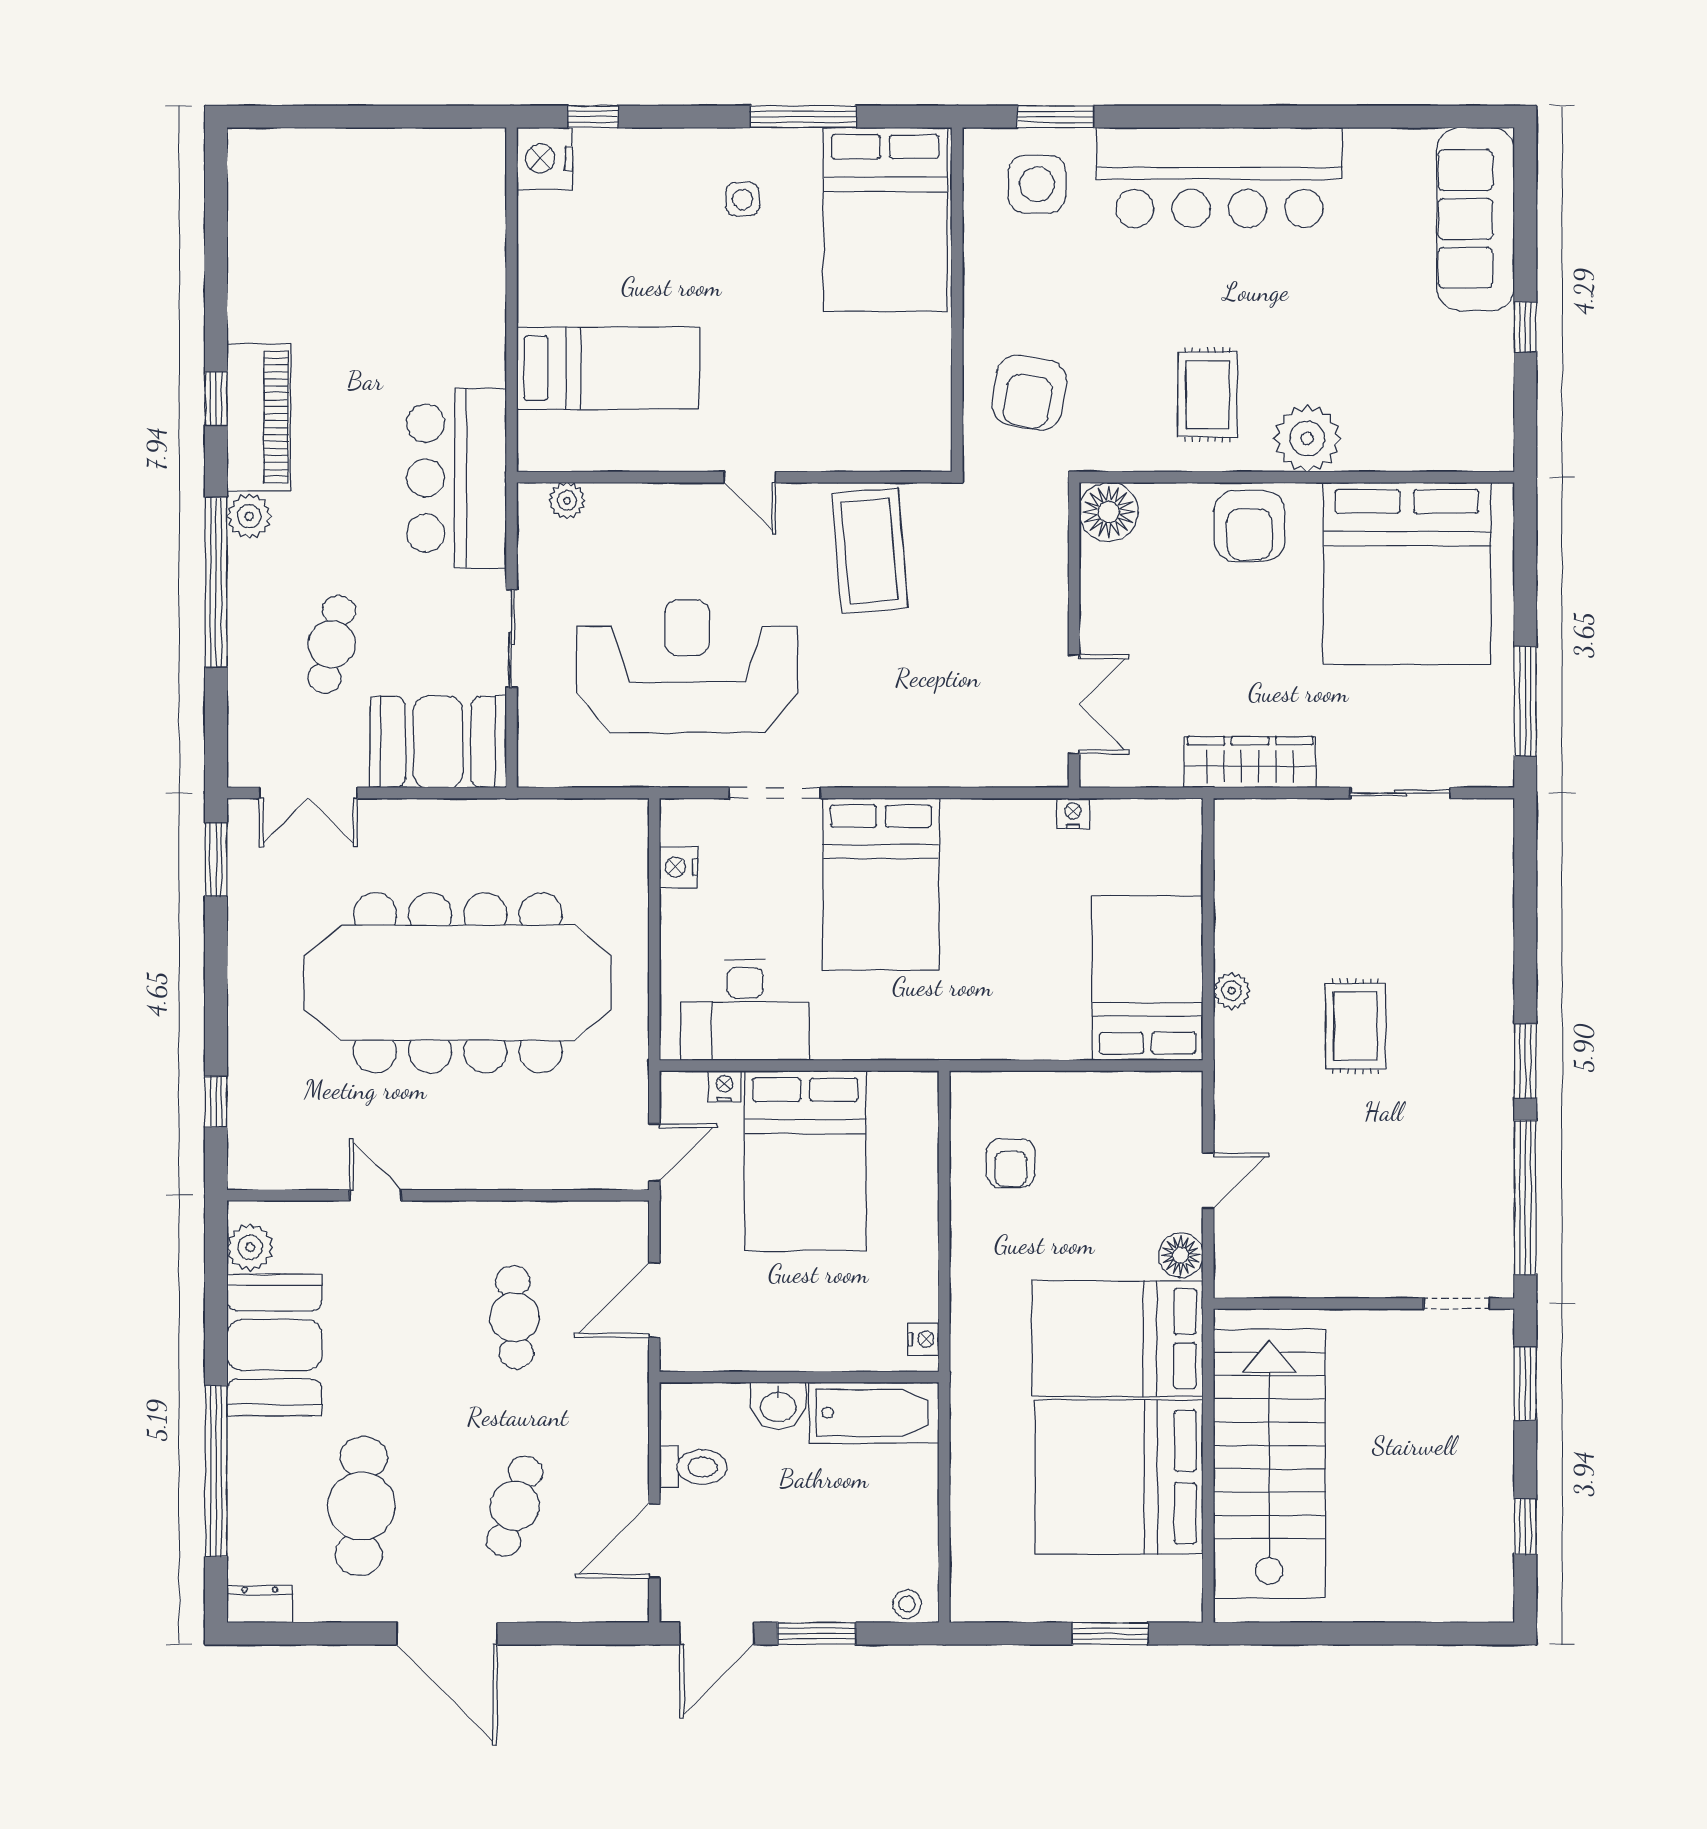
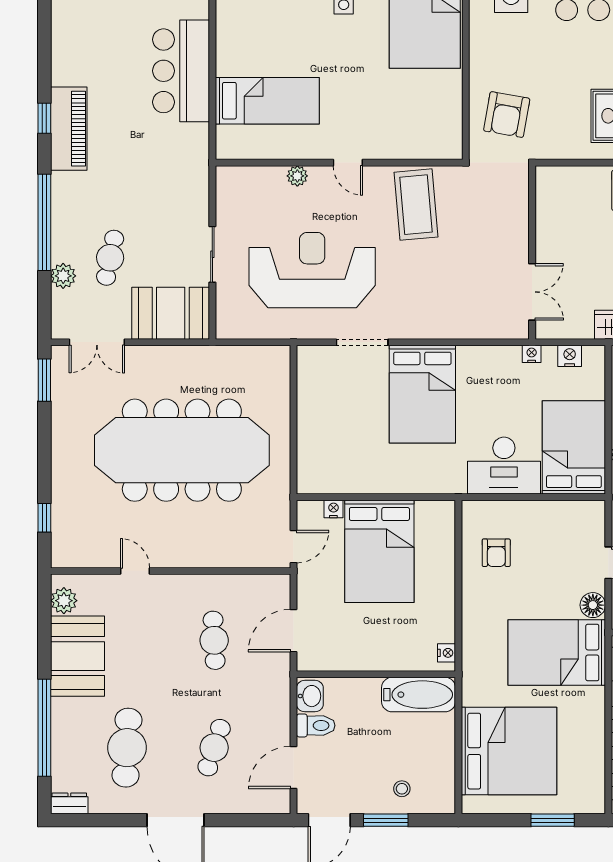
bar counter: (456, 478) -> (181, 71), moved
plant: (567, 500) -> (297, 176), moved
floor lamp: (1109, 512) -> (552, 182), removed
plant: (249, 516) -> (63, 276), moved
nightstand: (678, 867) -> (570, 356), moved, turned 90
desk: (745, 1010) -> (504, 466), moved
washbasin: (778, 1406) -> (310, 696), moved, turned -90
bed: (1119, 1477) -> (509, 751), moved, turned 180
stool: (907, 1604) -> (402, 789), moved

